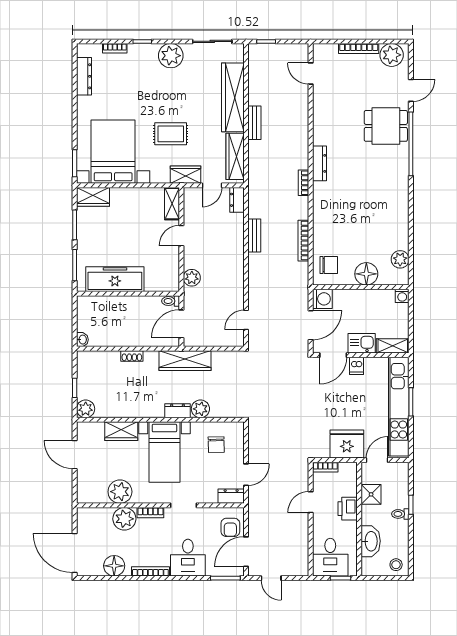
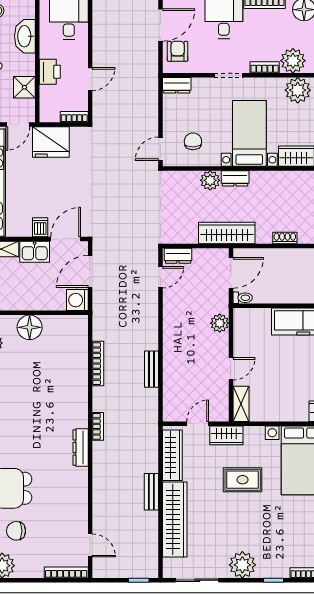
bookcase: (359, 49) -> (66, 573), moved
dresser: (237, 200) -> (178, 256), moved, turned 90
chair: (329, 265) -> (16, 531), moved
door: (246, 475) -> (161, 149), moved

